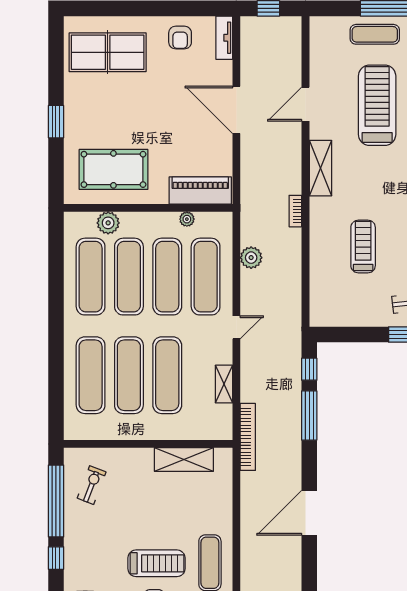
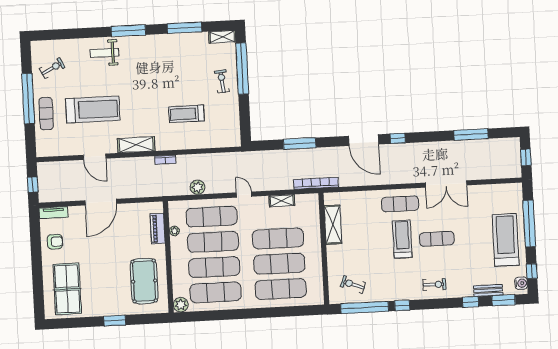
treadmill: (377, 105) -> (93, 110), turned 180
piano: (200, 190) -> (158, 229), width x0.73, depth x0.75
plant: (108, 223) -> (181, 305), moved
window: (309, 369) -> (398, 138), moved

